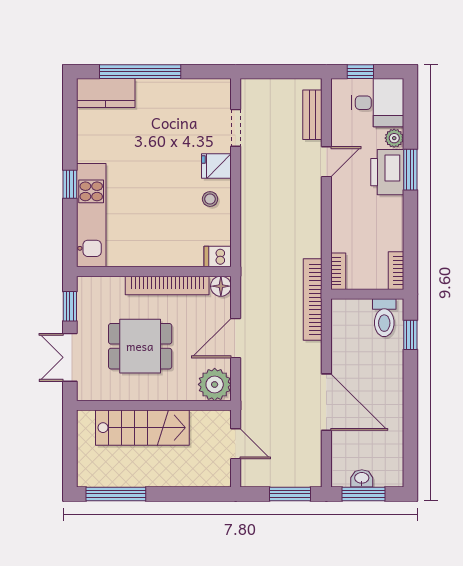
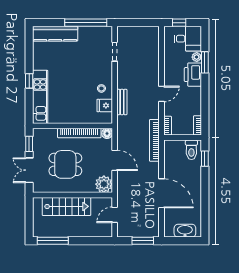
window: (140, 72) -> (86, 23), moved
kitchen counter: (106, 93) -> (55, 34), width x1.50
bench: (312, 115) -> (122, 102), moved
door: (326, 162) -> (162, 94), moved
fridge: (216, 166) -> (105, 105), moved
window: (410, 170) -> (205, 62), moved
dishwasher: (218, 257) -> (105, 118), removed
door: (236, 338) -> (115, 160), swing flipped
door: (236, 444) -> (115, 215), swing flipped
washbasin: (362, 478) -> (185, 231), width x1.91, depth x1.45
window: (364, 494) -> (181, 241), removed

